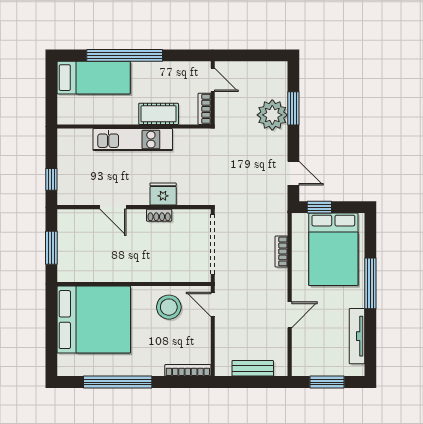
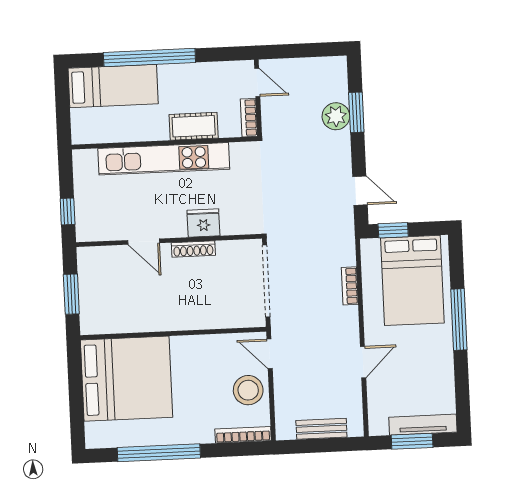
plant: (272, 115) -> (336, 116), width x0.73, depth x0.73
kitchen unit: (133, 140) -> (164, 159), width x1.36
shoe rack: (159, 215) -> (193, 249), width x1.43
stool: (169, 307) -> (248, 390), moved
tv unit: (357, 336) -> (423, 425), moved, turned 90

